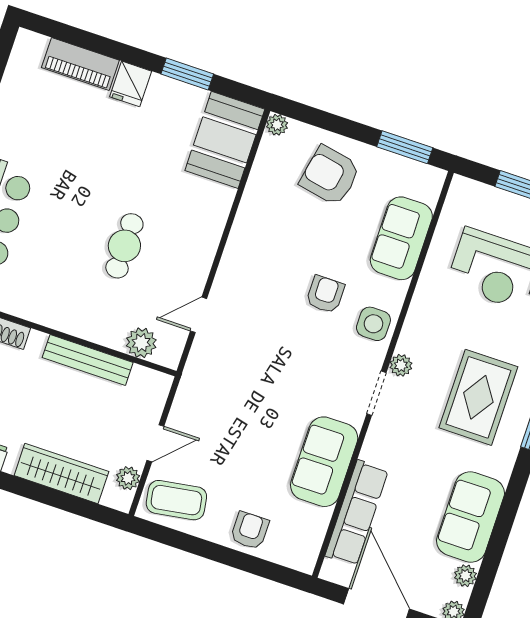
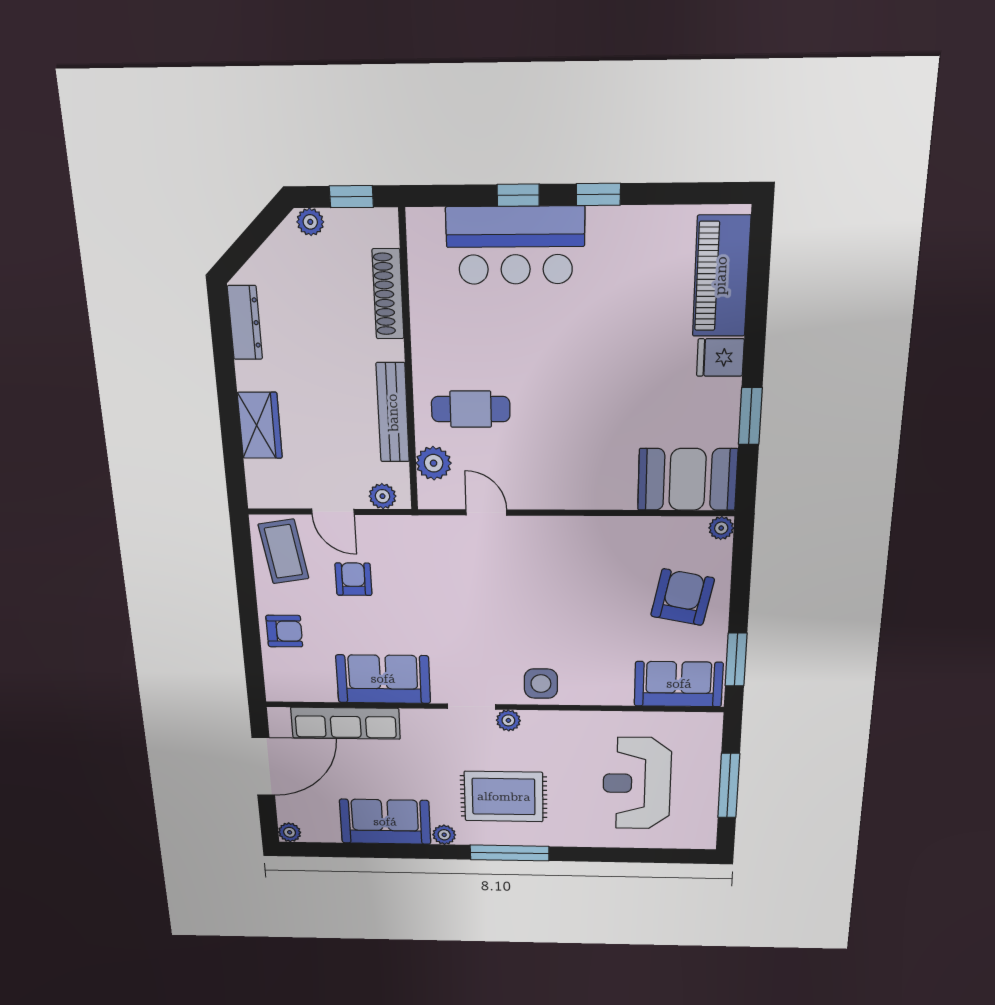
piano: (80, 64) -> (721, 276), width x1.37, depth x1.33
sofa: (401, 238) -> (679, 684), moved
cafe table: (124, 246) -> (471, 409), moved
armchair: (325, 294) -> (353, 579), moved, turned -90
wardrobe: (61, 473) -> (260, 425), width x0.67
plant: (128, 478) -> (383, 496), moved
plant: (465, 576) -> (444, 835), moved

